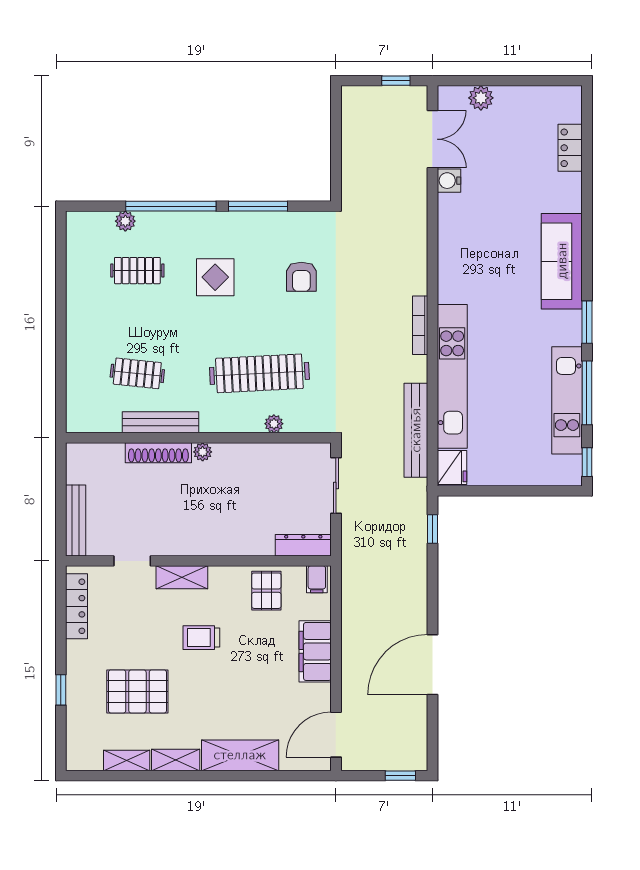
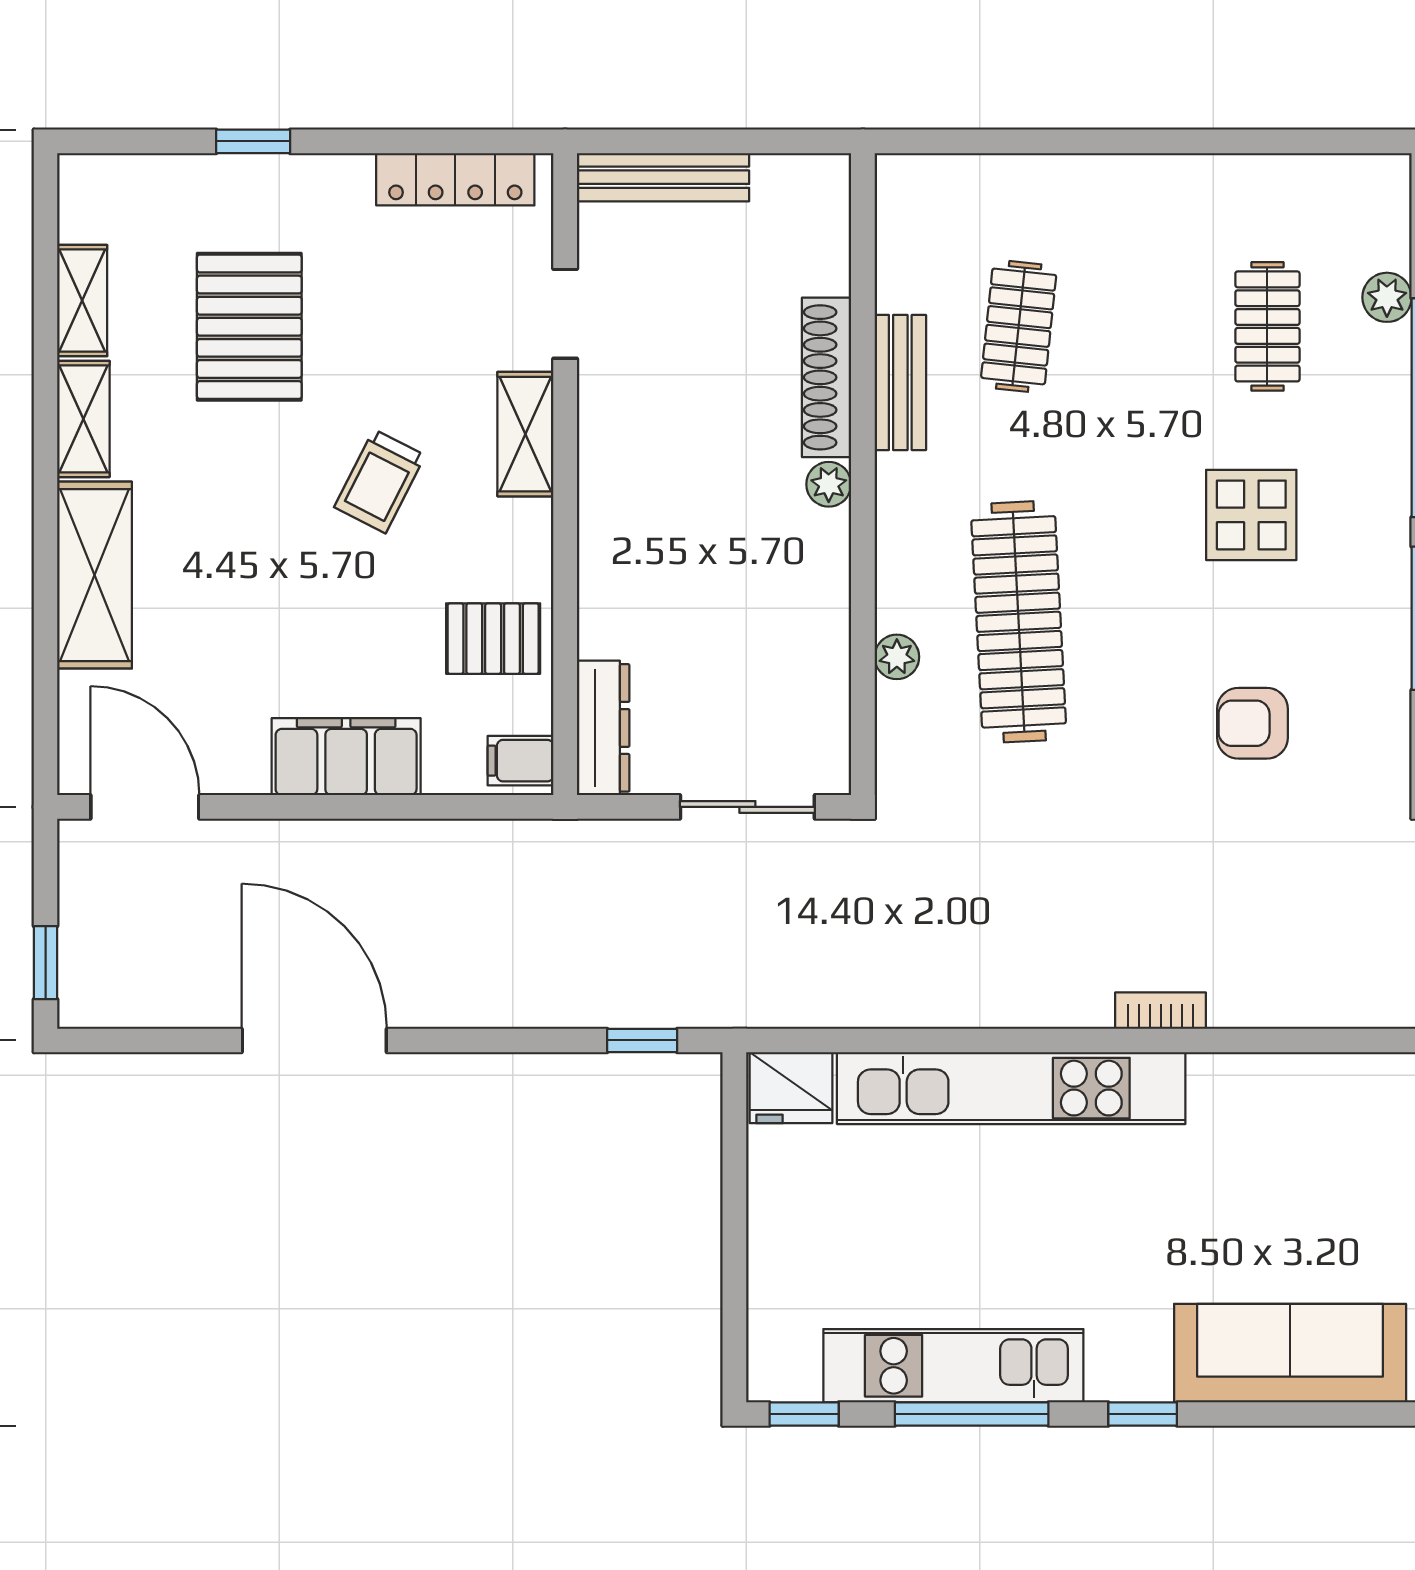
window: (587, 322) -> (1143, 1414), width x0.67
bookcase: (420, 325) -> (1161, 1011), width x0.64
bench: (160, 422) -> (900, 382), width x0.73
bench: (416, 430) -> (881, 1000), removed
trolley: (201, 638) -> (380, 481), turned -153

